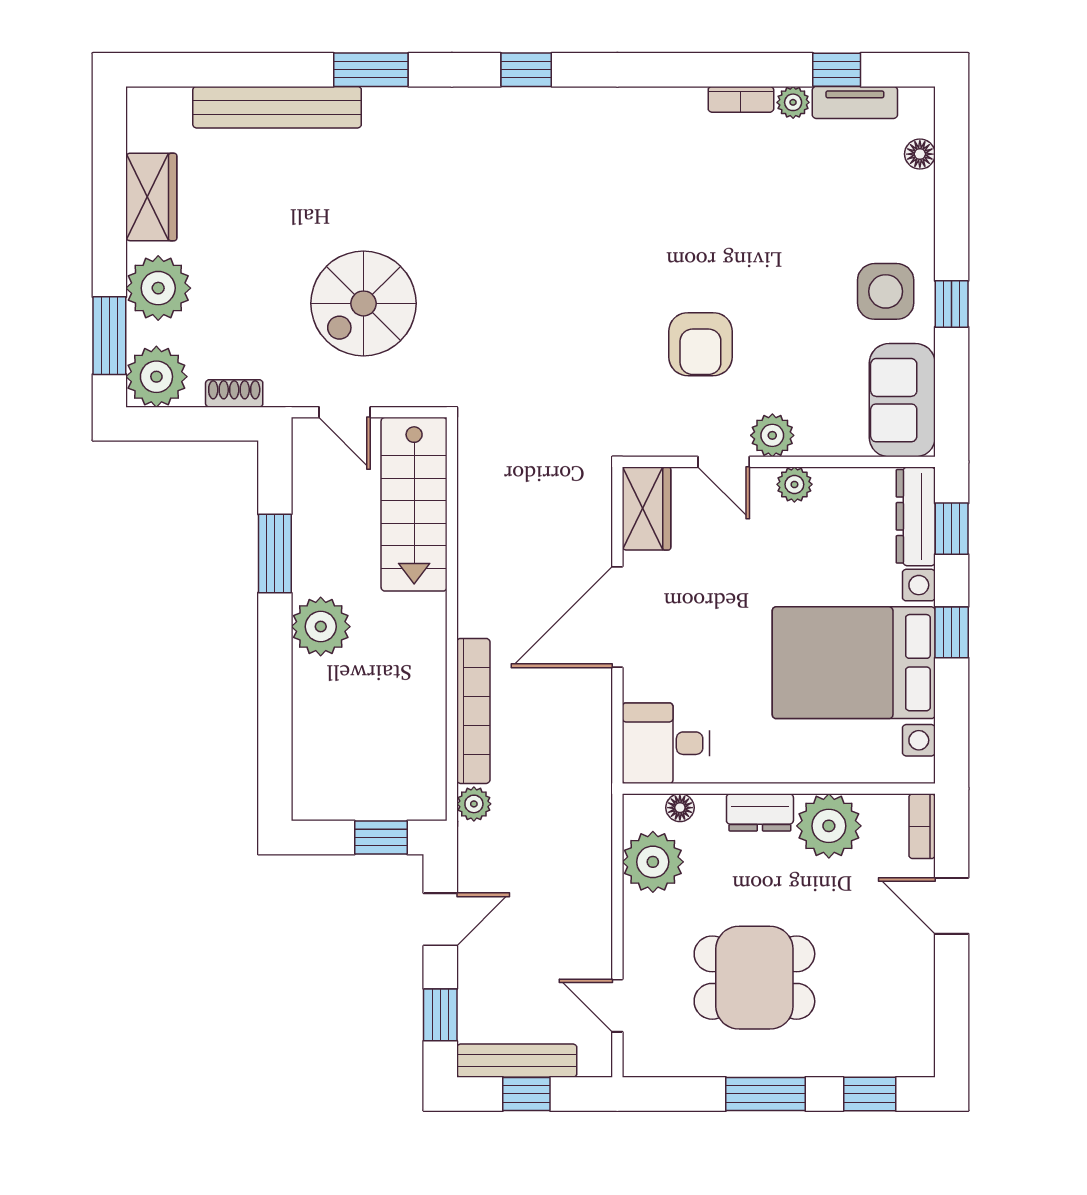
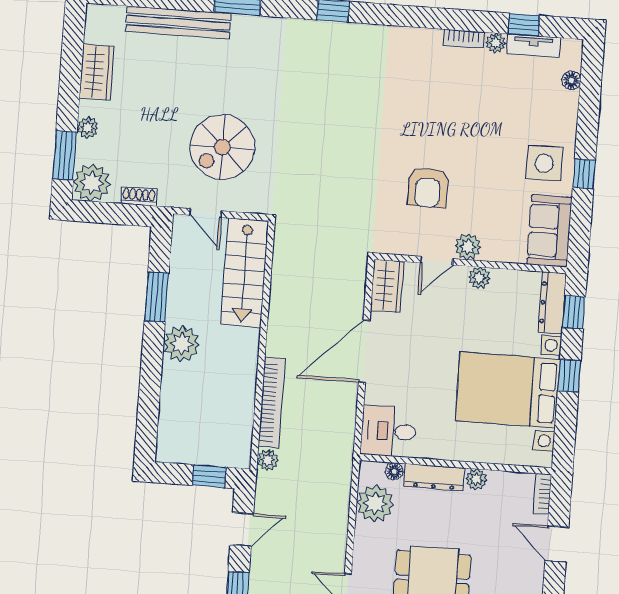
plant: (158, 288) -> (88, 128), width x0.53, depth x0.53
door: (724, 462) -> (437, 261), hinge flipped
dresser: (760, 812) -> (434, 477), width x1.44
plant: (829, 826) -> (476, 479), width x0.53, depth x0.53

